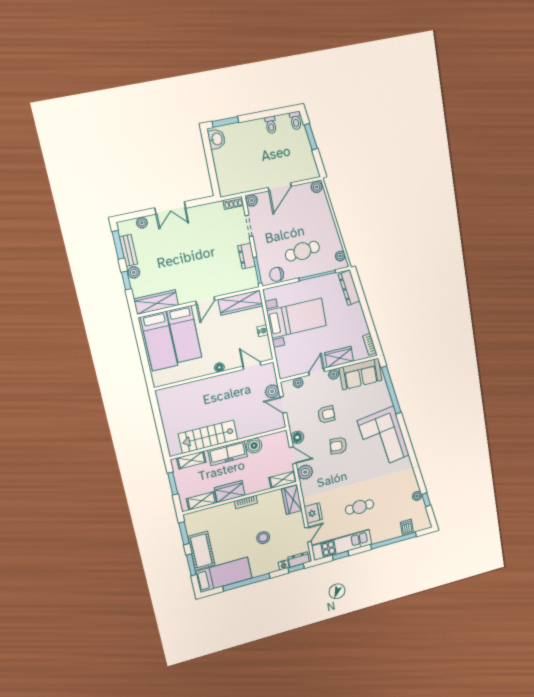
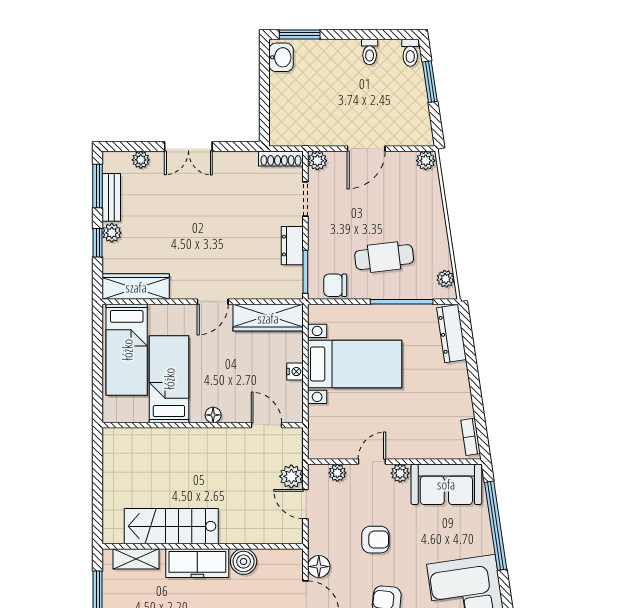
shoe rack: (233, 203) -> (281, 159), width x1.43
bed: (184, 334) -> (169, 379), moved, turned 180
wardrobe: (339, 357) -> (414, 446), removed

